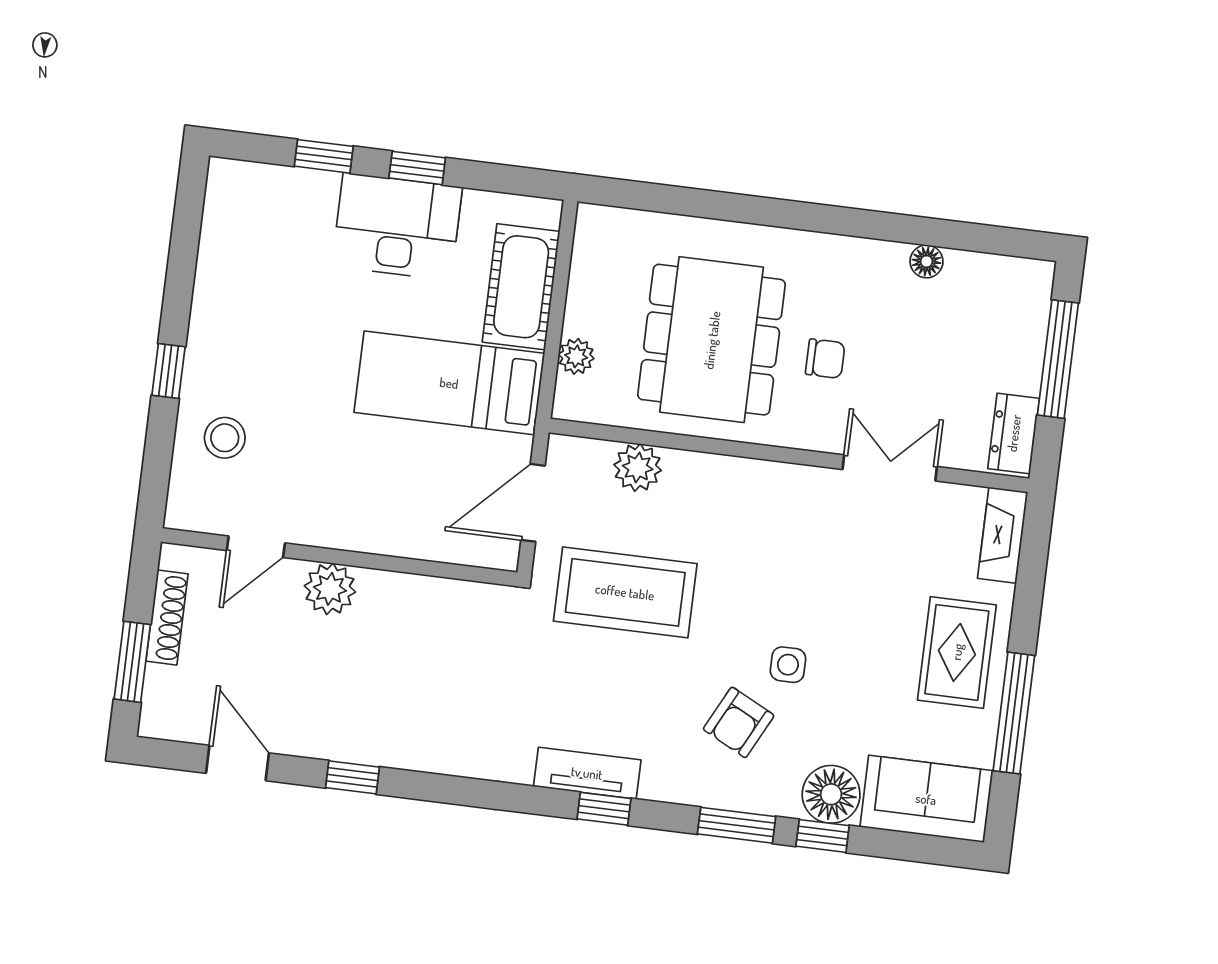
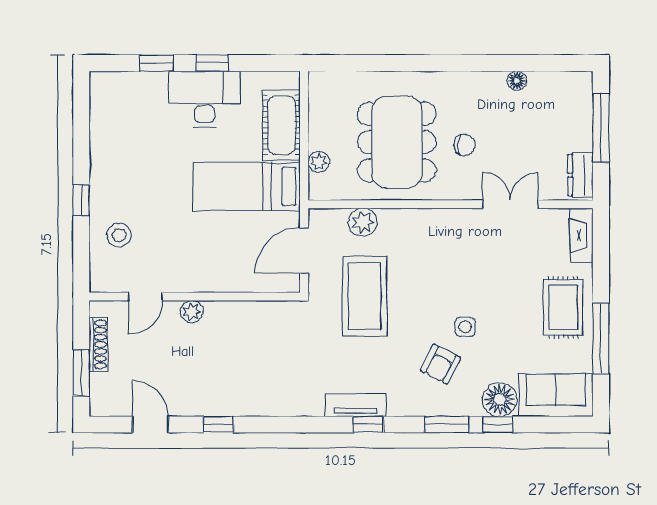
plant: (330, 589) -> (192, 312), width x0.73, depth x0.73
coffee table: (625, 592) -> (365, 296), turned 90

